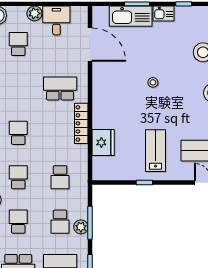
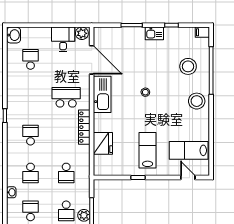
plant: (34, 13) -> (82, 33), moved
kitchen sink: (131, 16) -> (102, 94), moved, turned -90
school desk: (18, 177) -> (30, 173), turned 180

